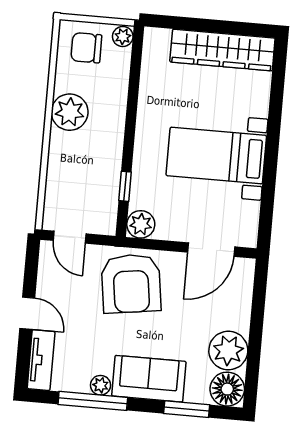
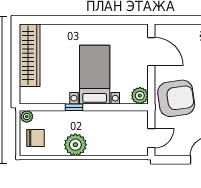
chair: (86, 48) -> (36, 138), turned -90
bed with nightstands: (216, 156) -> (95, 75), moved, turned 180
window: (125, 186) -> (74, 107), moved

